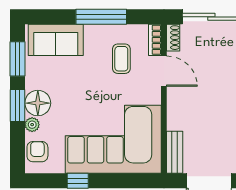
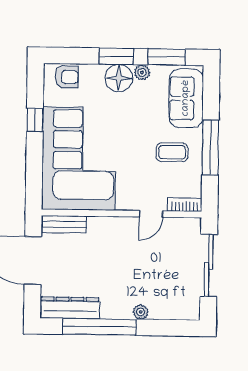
shoe rack: (173, 38) -> (187, 224), removed
coffee table: (121, 59) -> (172, 152), moved
door: (164, 71) -> (151, 214), width x0.73
plant: (32, 125) -> (142, 72), moved

